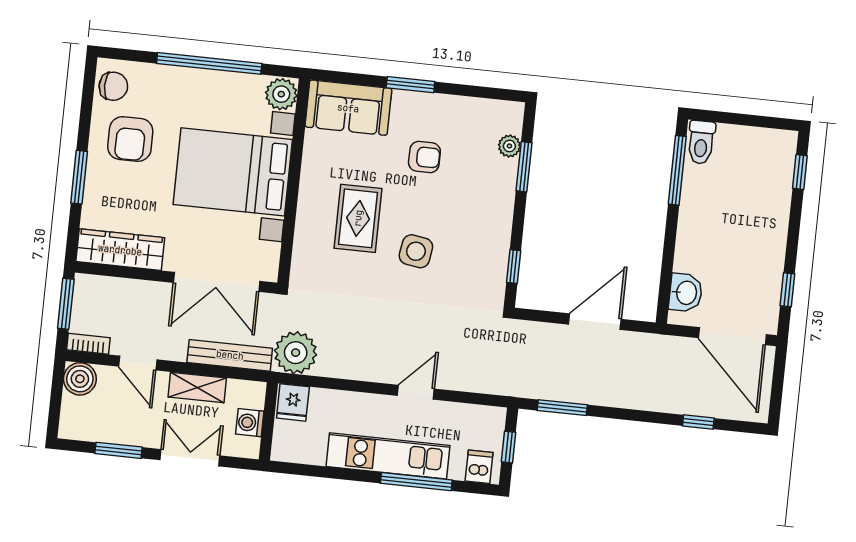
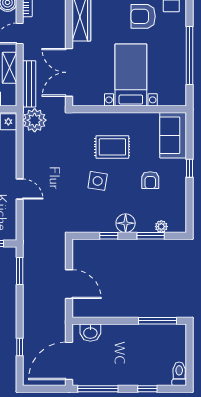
window: (410, 85) -> (189, 168), width x0.67
plant: (281, 94) -> (177, 97), removed
toilet: (701, 142) -> (179, 374), moved, turned 90
bed with nightstands: (233, 172) -> (131, 75), width x0.73
window: (800, 172) -> (147, 389), moved
floor lamp: (497, 209) -> (126, 223), added
window: (514, 267) -> (109, 236), moved
window: (787, 290) -> (98, 389), width x2.17

